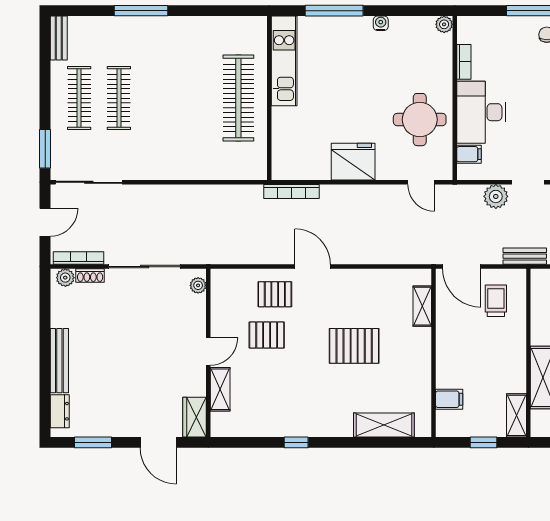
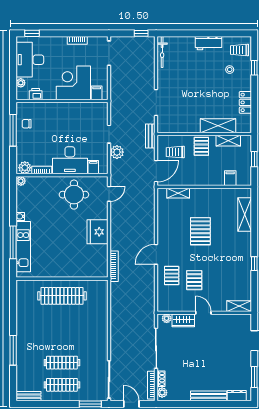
plant: (468, 31) -> (25, 168), added
kitchen unit: (284, 61) -> (23, 247), moved, turned 90
pallet: (506, 348) -> (201, 146), added
shelving: (220, 389) -> (239, 306), moved
shelving: (516, 415) -> (228, 141), moved
wardrobe: (195, 417) -> (183, 320), moved

